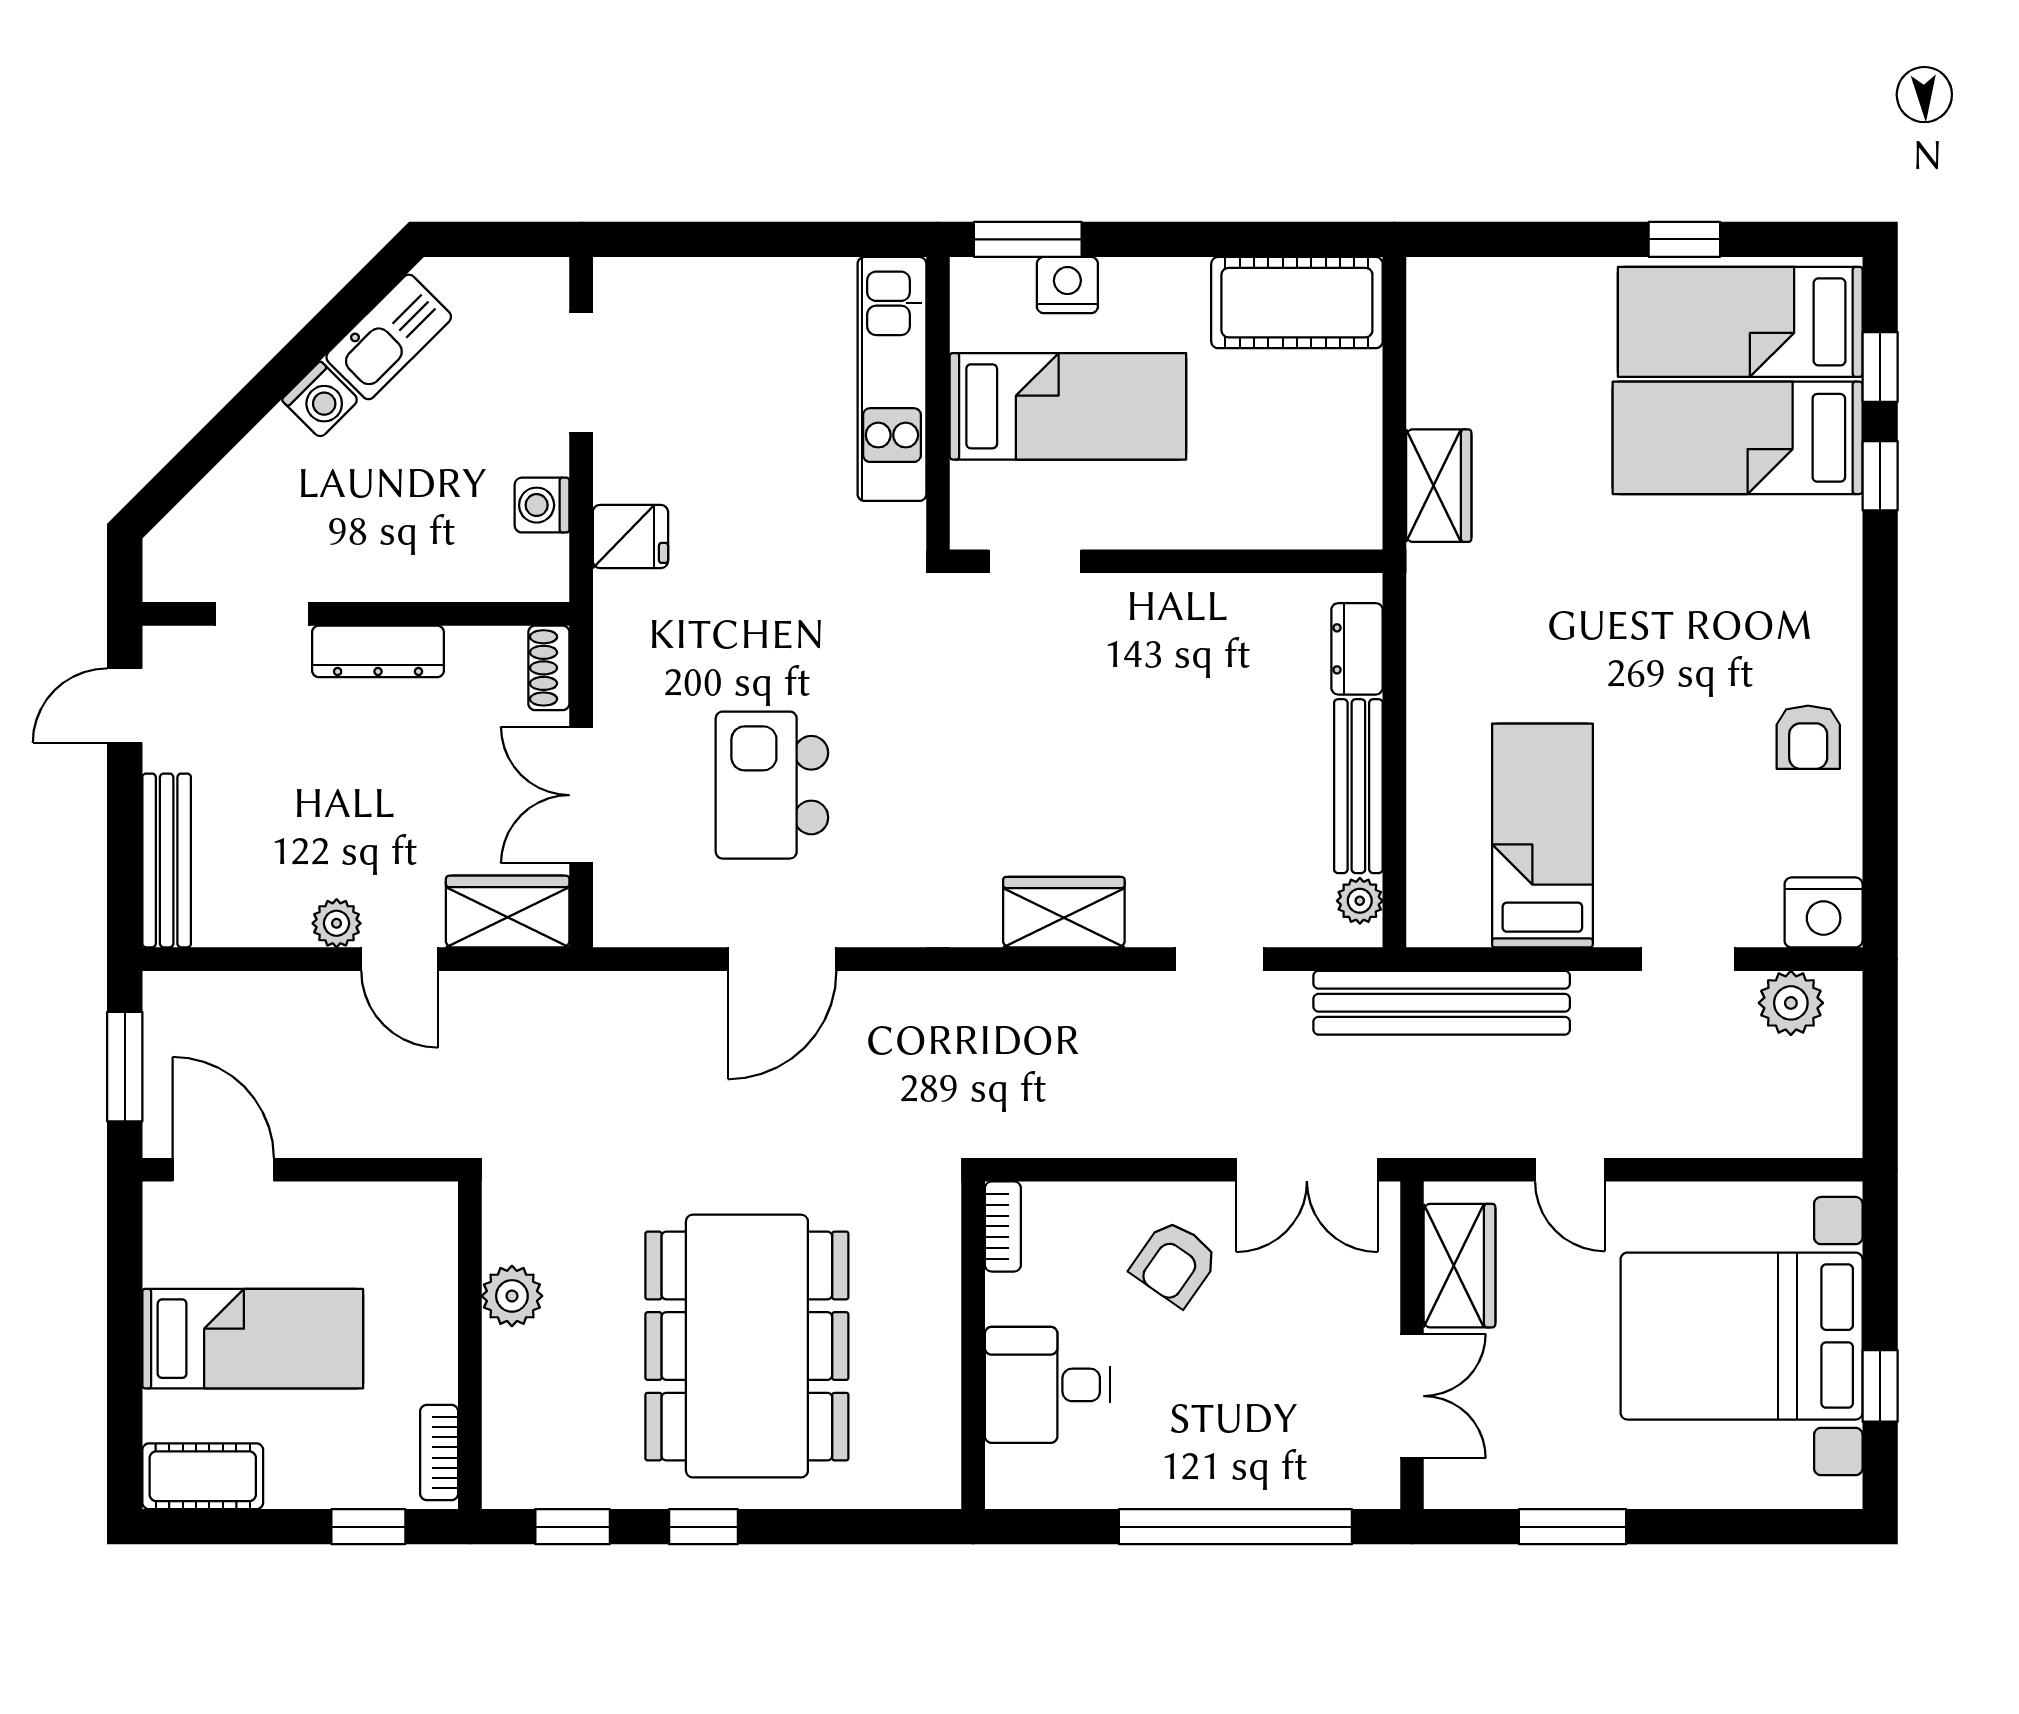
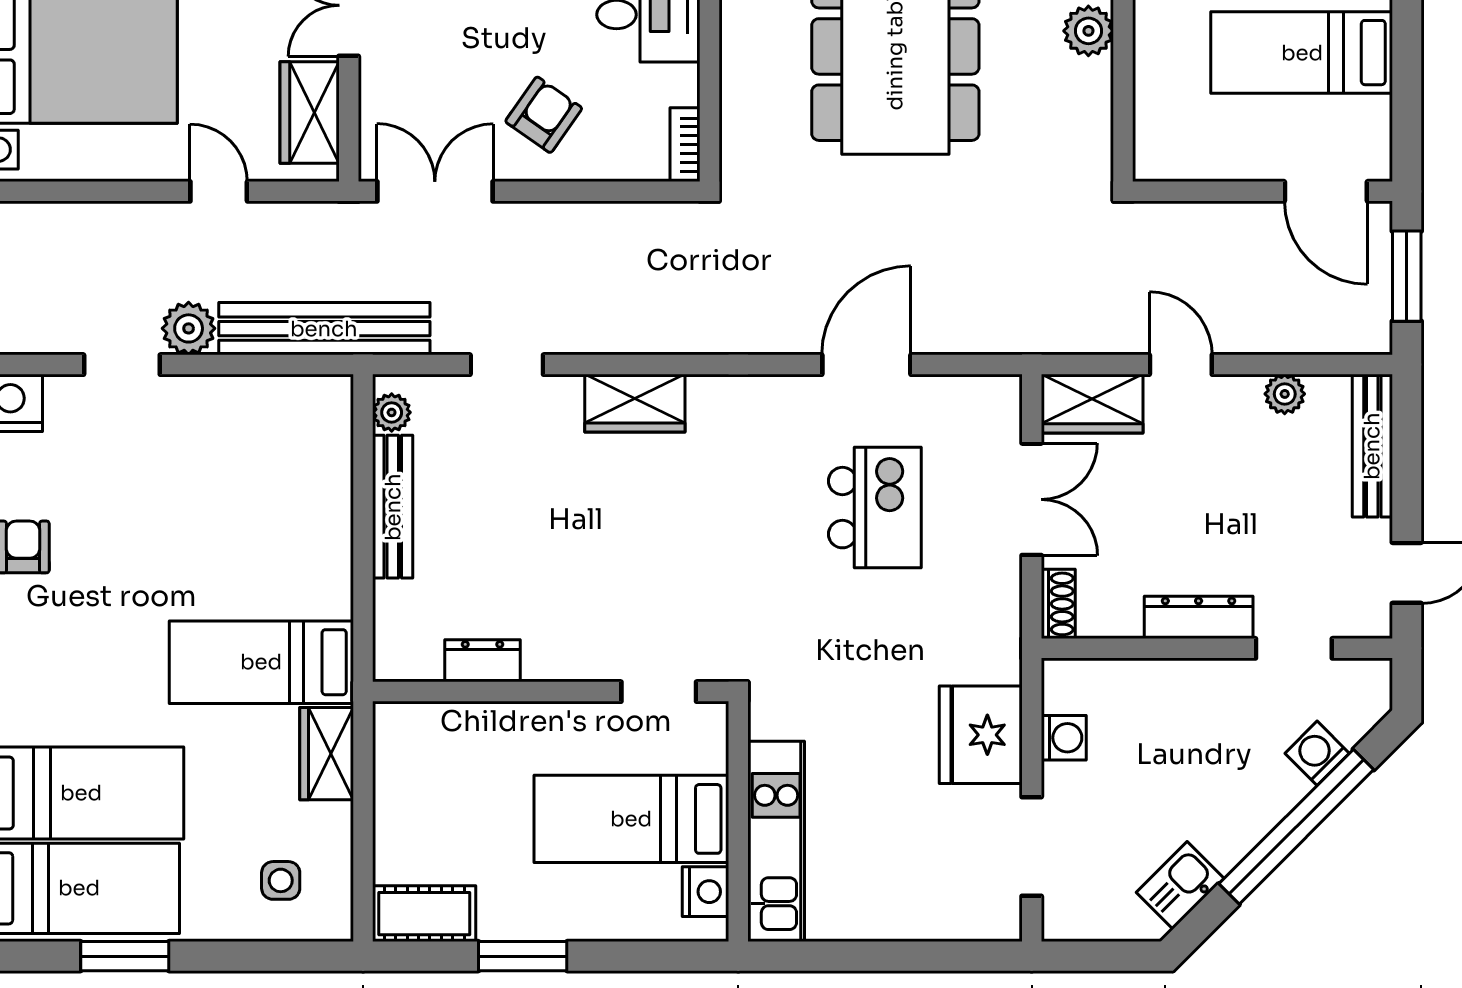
window: (1028, 239) -> (523, 956), moved
window: (1684, 239) -> (125, 956), width x1.50
nightstand: (1067, 285) -> (706, 892), moved, turned -90
cot: (1297, 303) -> (424, 914), width x0.73, depth x0.75
side table: (1495, 331) -> (281, 880), added
kitchen sink: (389, 337) -> (1180, 885), width x0.73
window: (259, 397) -> (1296, 827), added
washing machine: (320, 400) -> (1317, 753), moved
fridge: (630, 537) -> (981, 735), width x1.88, depth x1.34
dresser: (1357, 649) -> (483, 661), moved, turned -90
bed: (1542, 835) -> (261, 662), moved, turned 90
plant: (337, 923) -> (1285, 394), moved
plant: (1791, 1003) -> (189, 328), moved
plant: (512, 1296) -> (1088, 31), moved

